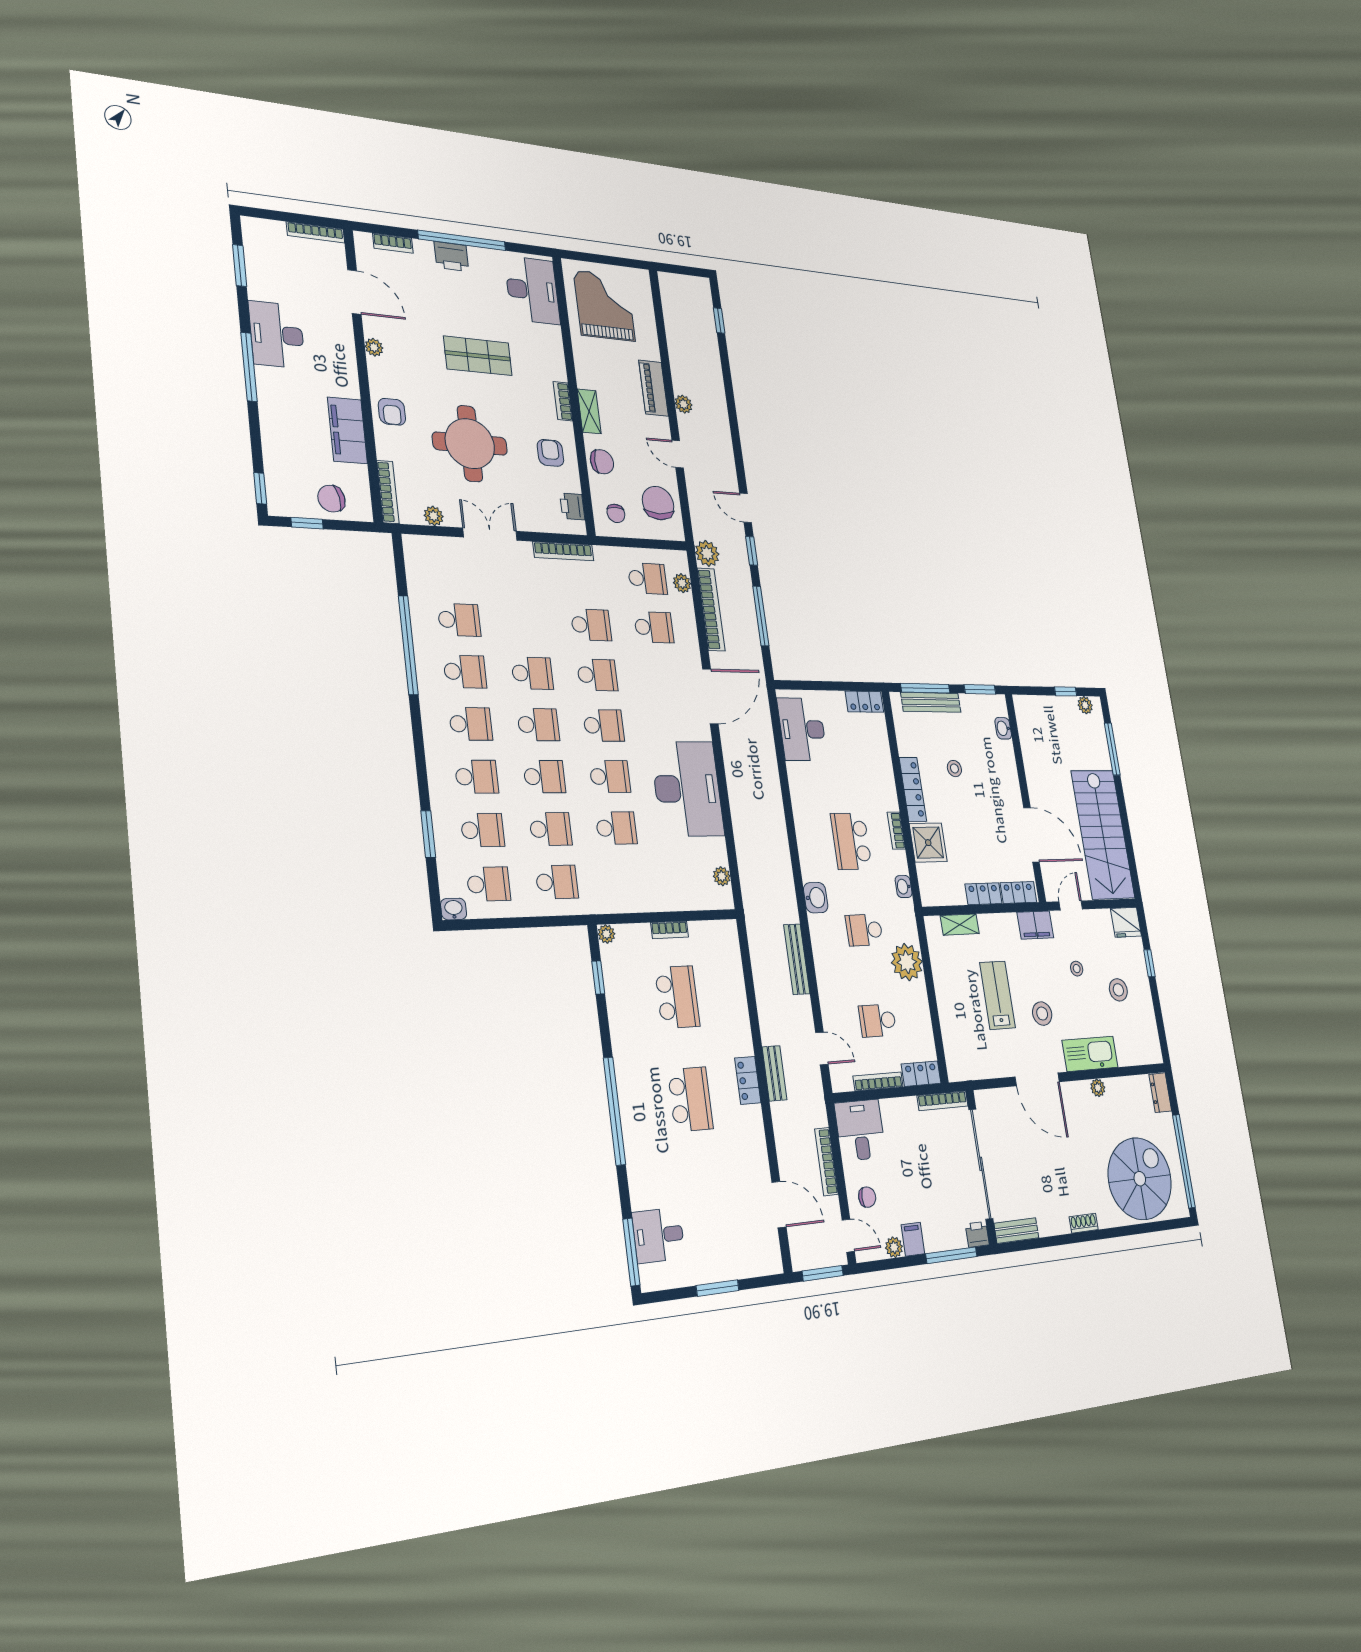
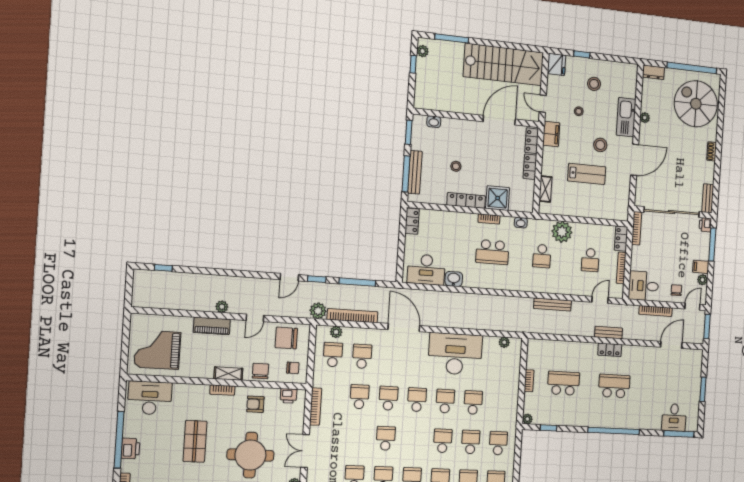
school desk: (538, 725) -> (414, 440), removed
washbasin: (816, 898) -> (454, 279), moved
lab bench: (997, 995) -> (587, 174), turned 180

